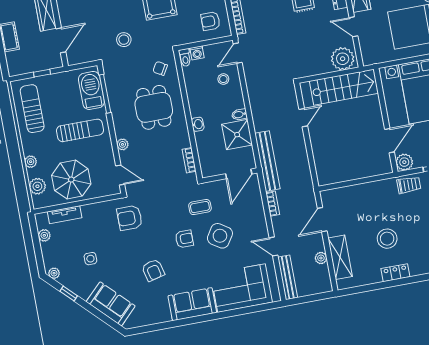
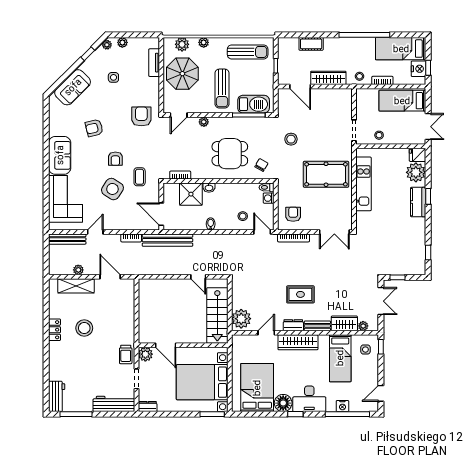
shower: (237, 135) -> (191, 194), moved
plant: (44, 235) -> (122, 42), moved

